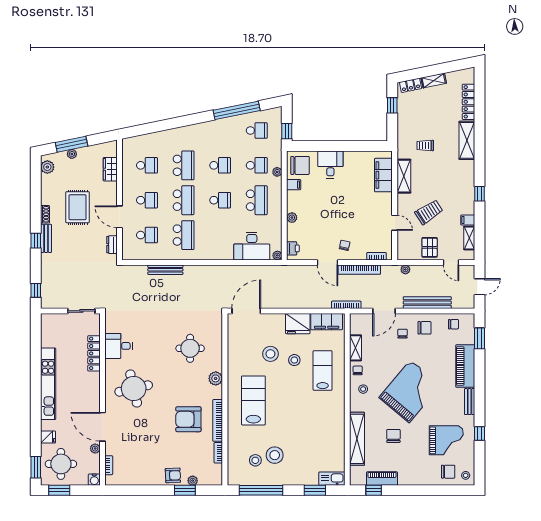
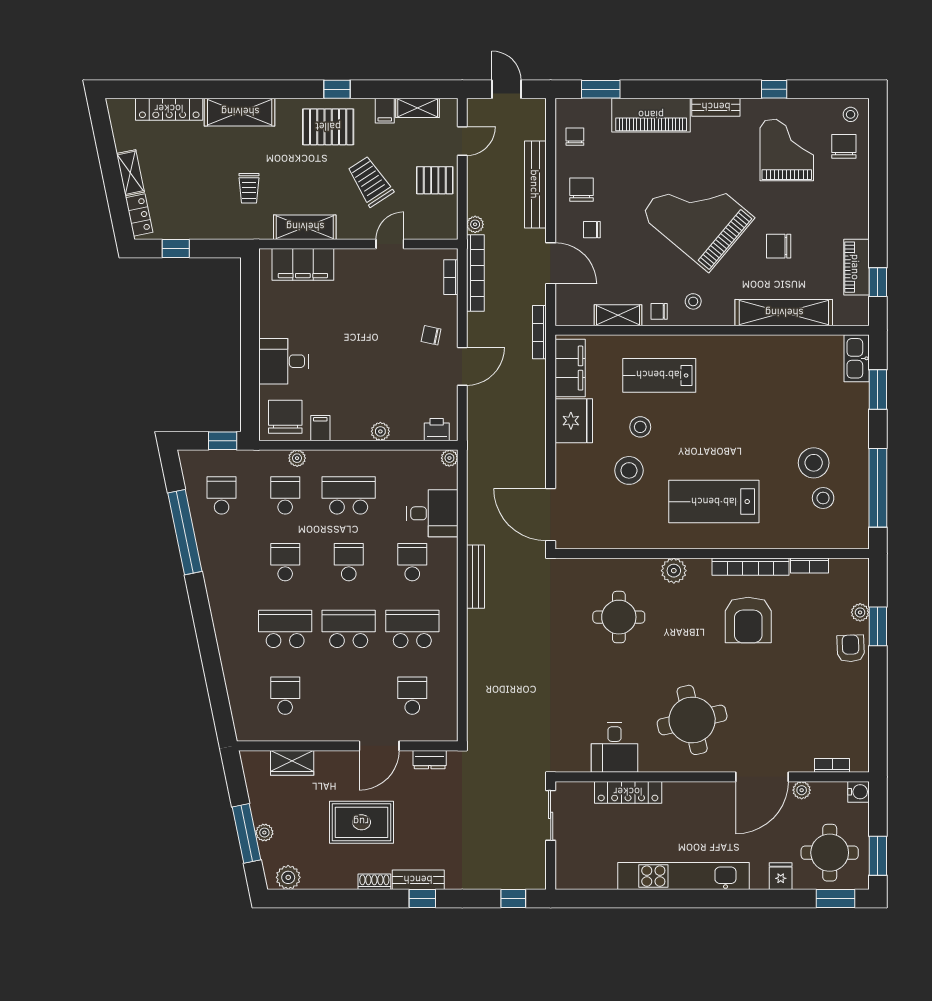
pallet: (459, 189) -> (328, 127), added
school desk: (147, 200) -> (412, 562), moved
desk: (252, 246) -> (432, 513), width x0.73
bench: (165, 270) -> (476, 577), moved
bookcase: (359, 270) -> (475, 273), moved

